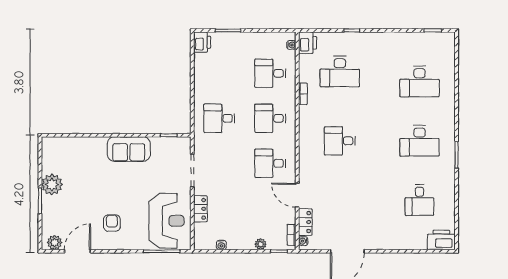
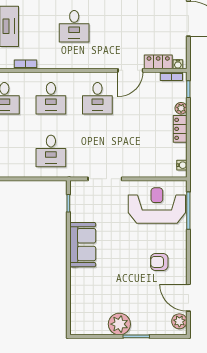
locker: (200, 209) -> (180, 129), moved, turned -90
water cooler: (221, 245) -> (182, 165), moved

